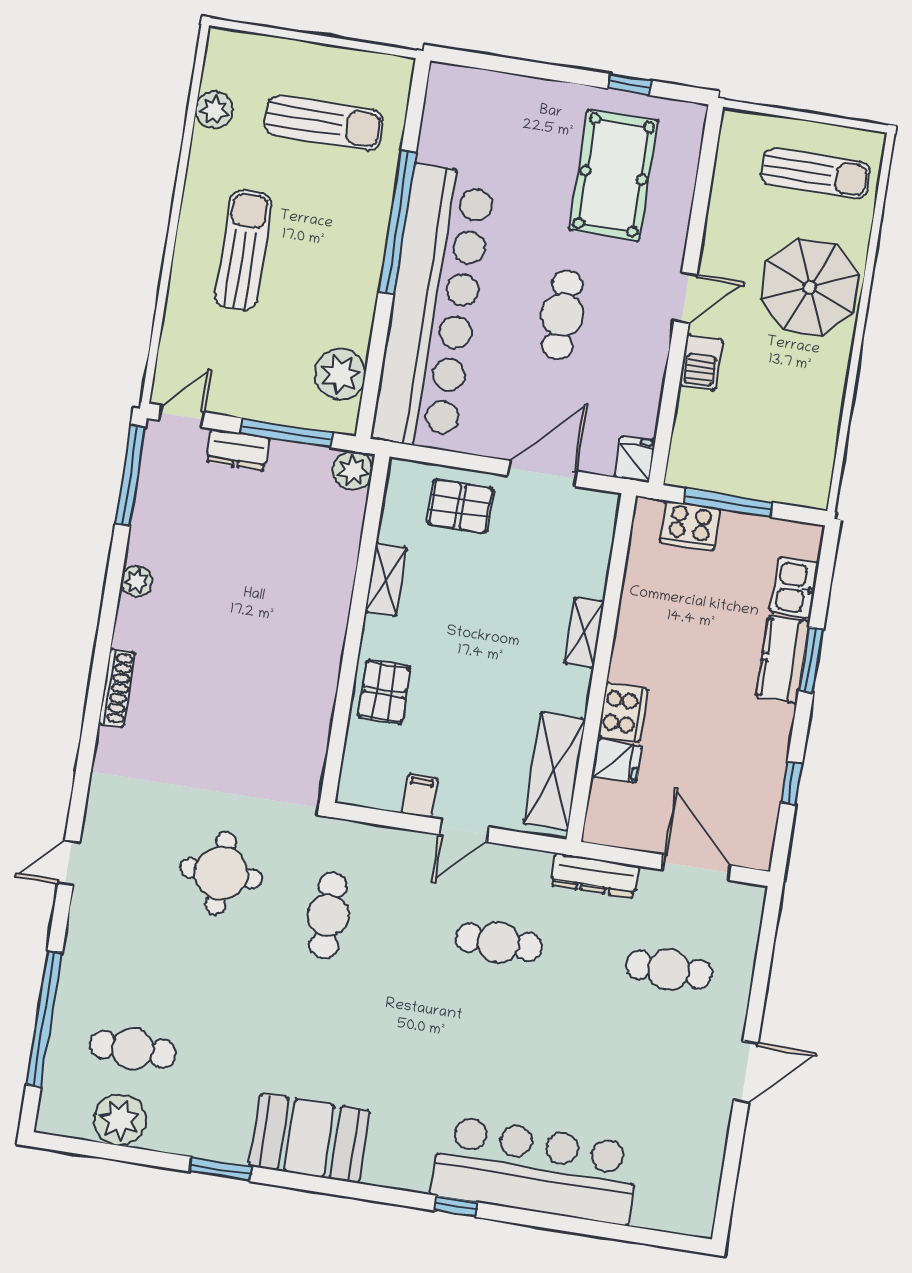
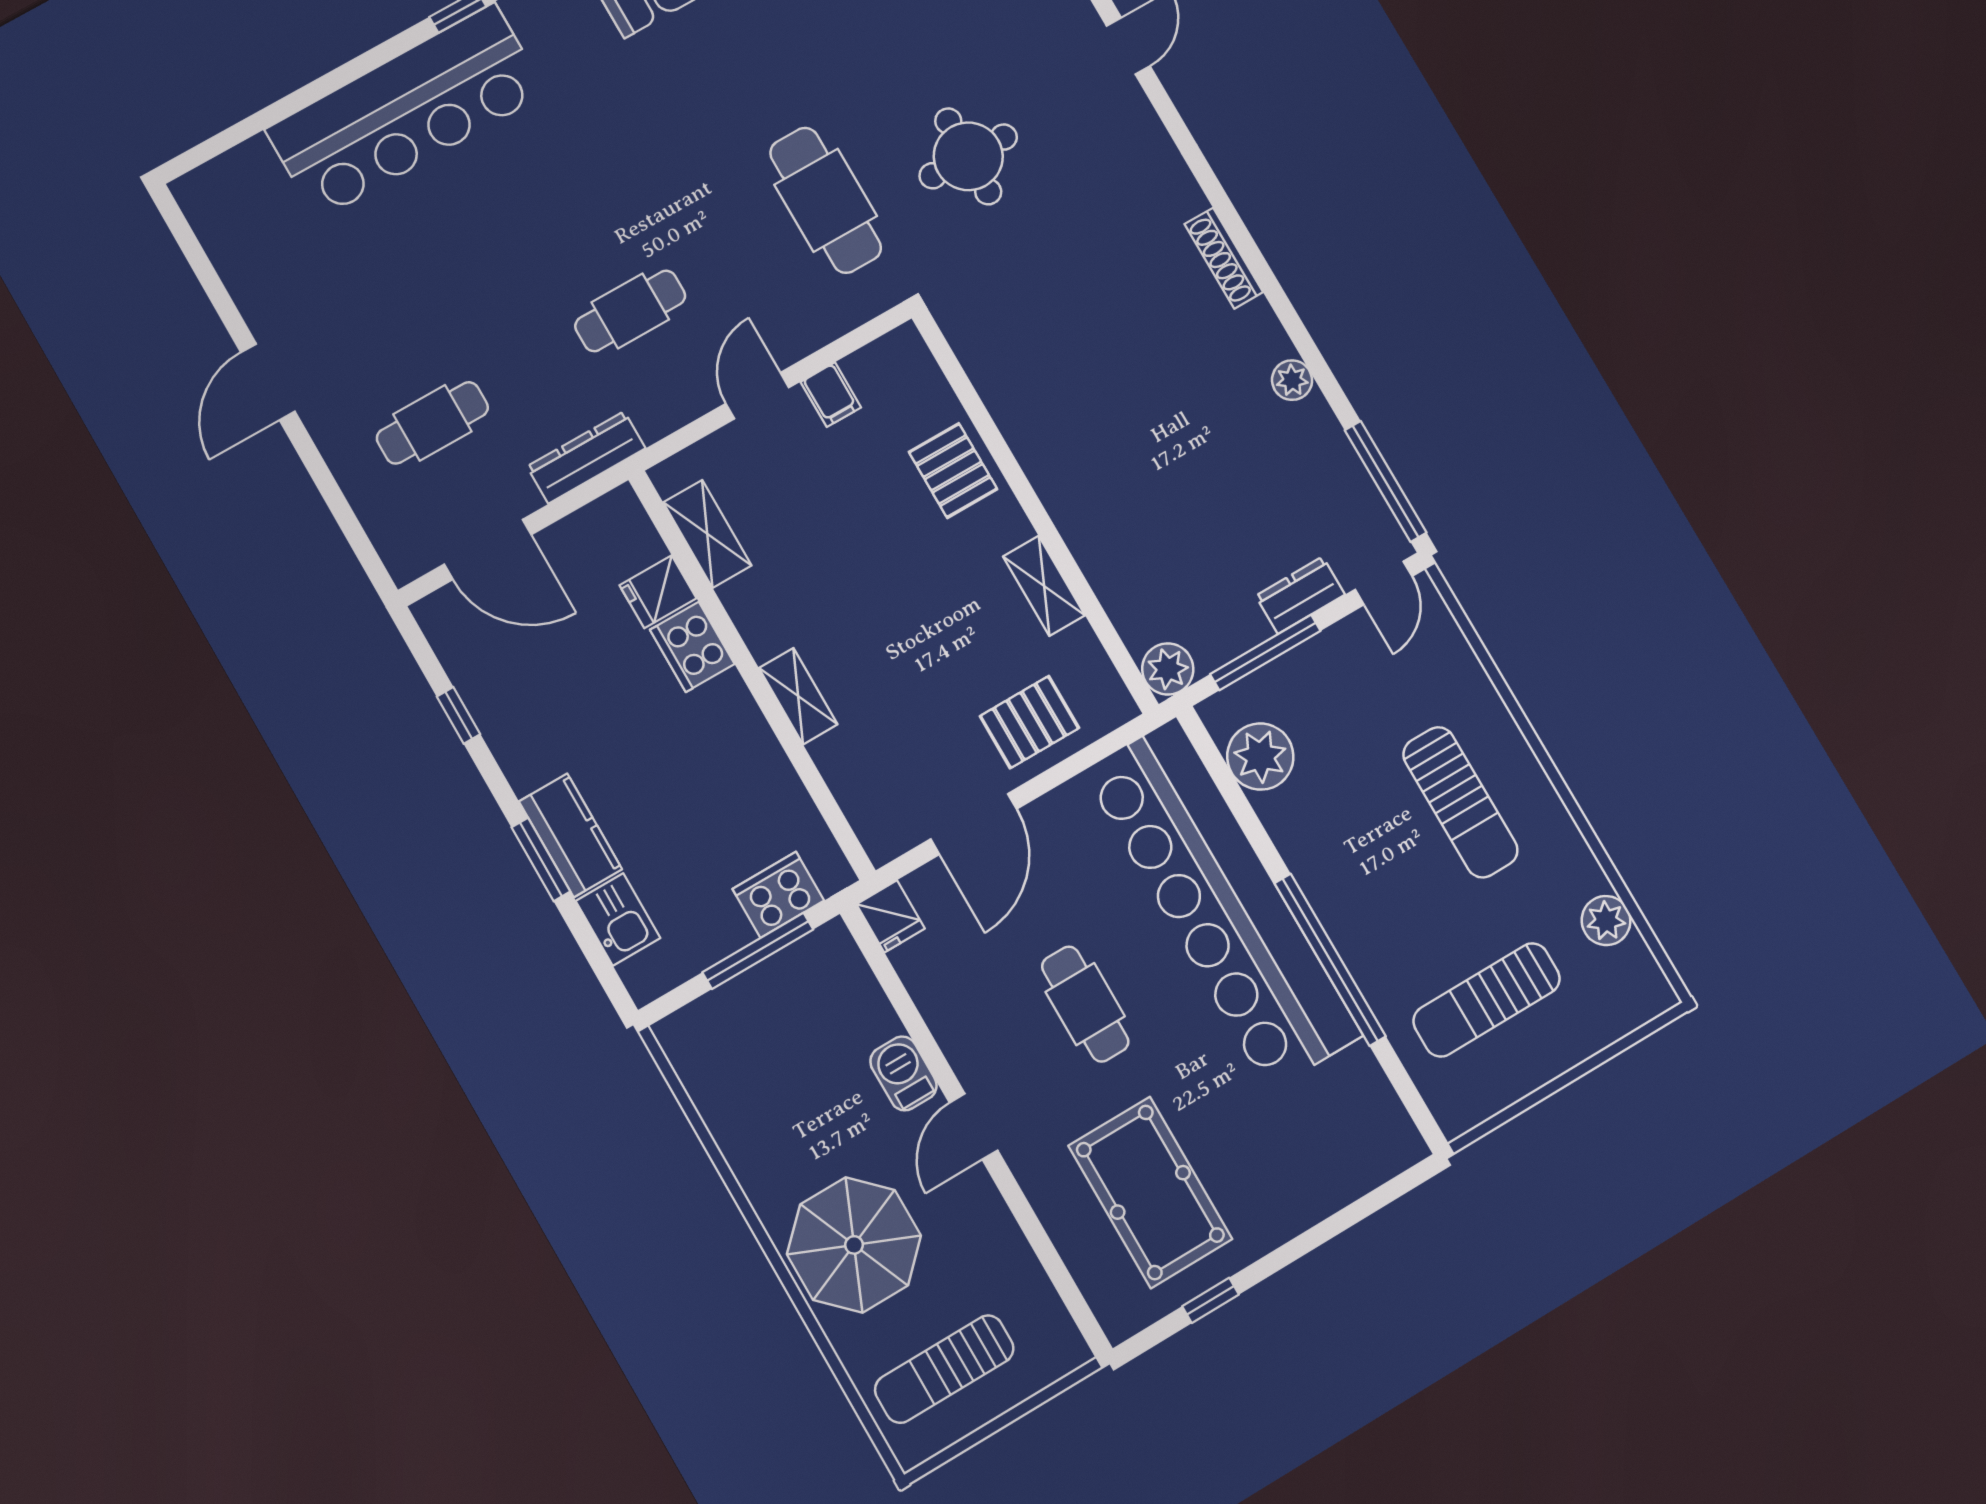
shelving: (555, 771) -> (707, 534), width x0.67, depth x0.75
cafe table: (328, 915) -> (826, 200), width x1.37, depth x1.35

